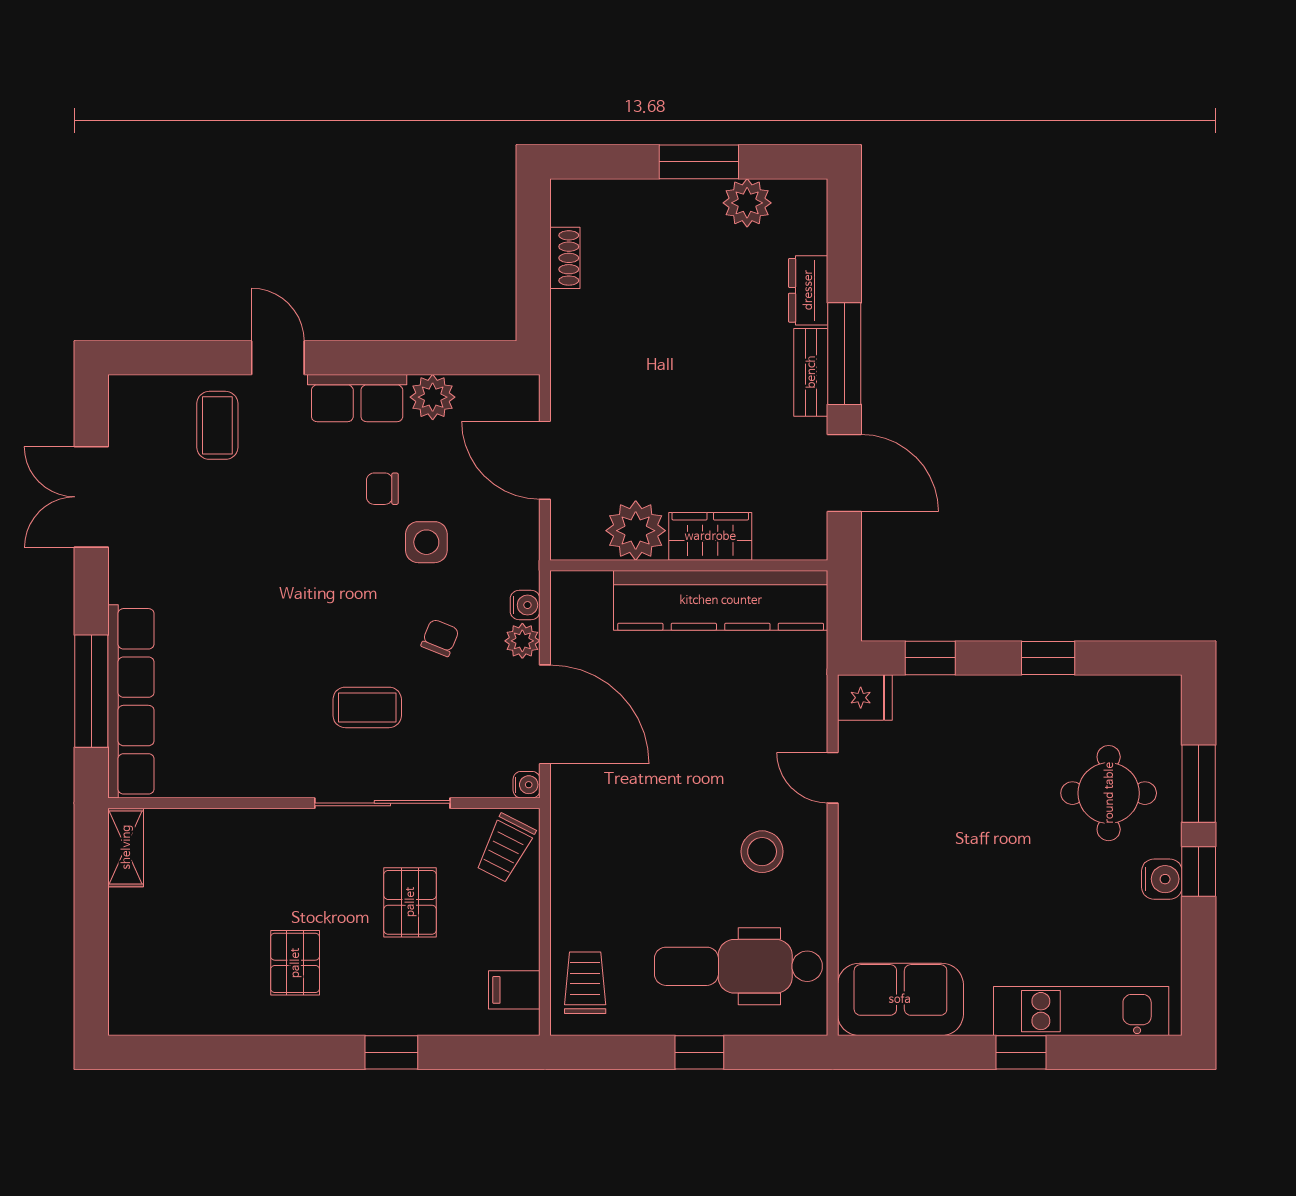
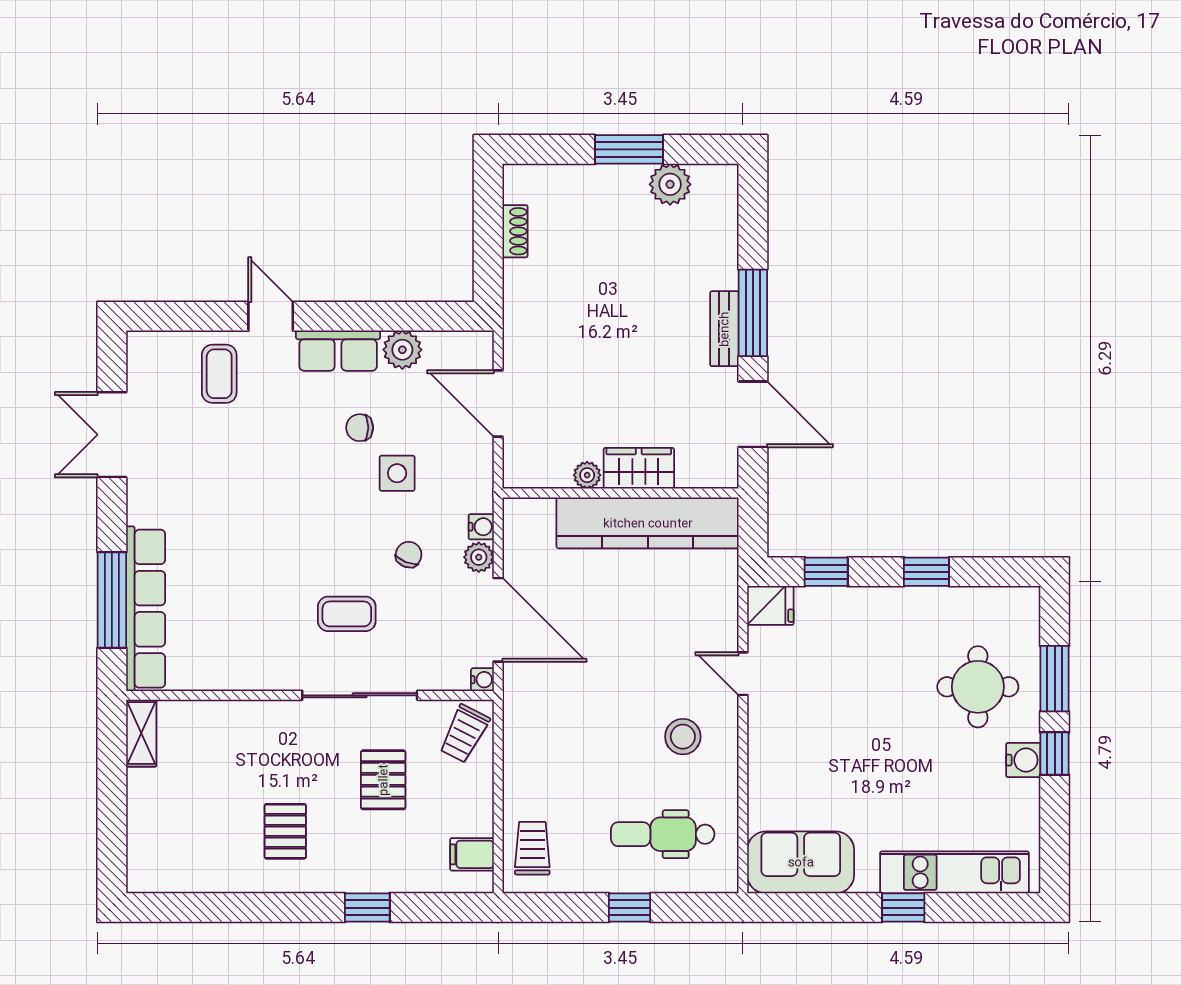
dresser: (808, 290) -> (722, 259), removed
plant: (636, 531) -> (587, 475), width x0.53, depth x0.53
dental chair: (738, 966) -> (663, 834), width x0.73, depth x0.72

